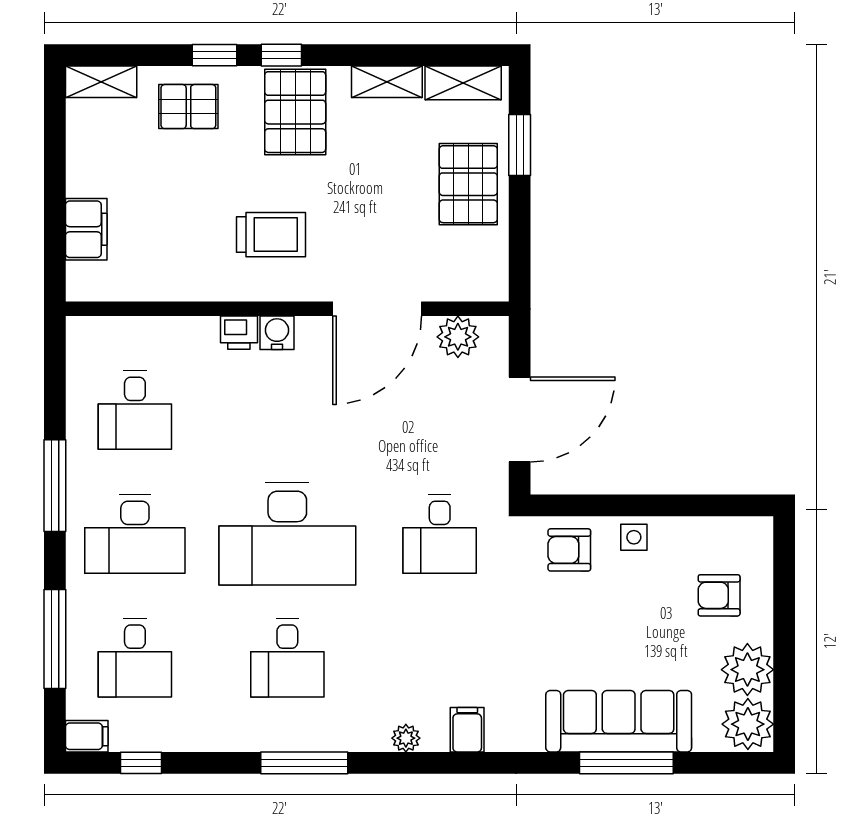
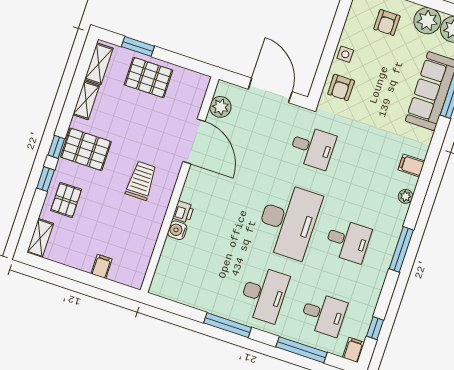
filing cabinet: (86, 229) -> (102, 266), width x0.50
water cooler: (277, 333) -> (177, 230), moved
desk: (135, 410) -> (204, 274), removed

